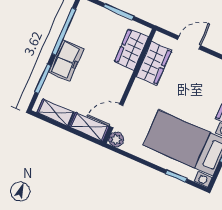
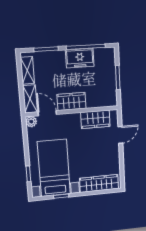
door: (189, 43) -> (120, 135), hinge flipped
wardrobe: (131, 49) -> (71, 101), moved
freezer: (66, 60) -> (80, 58), moved

